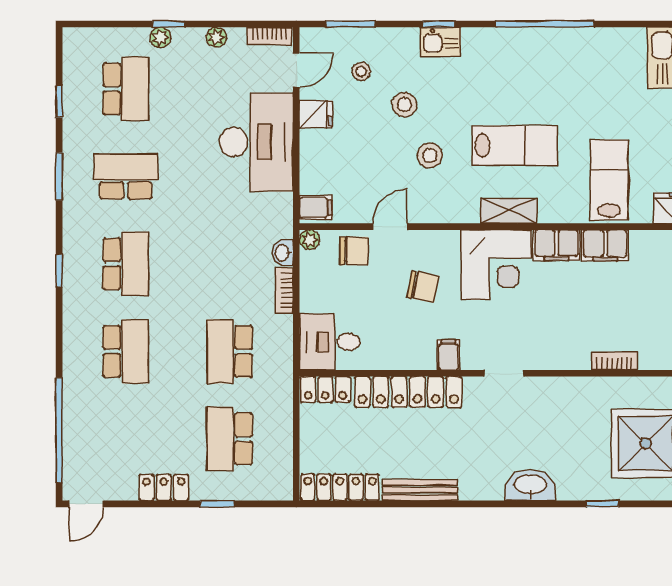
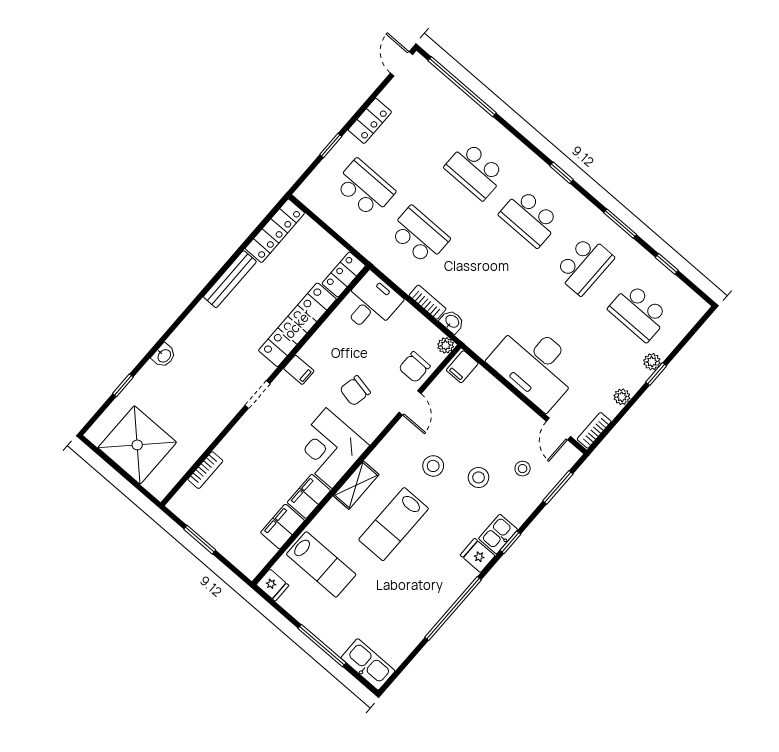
fridge: (316, 114) -> (478, 555), moved, turned 90
washbasin: (530, 485) -> (164, 356), width x0.52, depth x0.69

